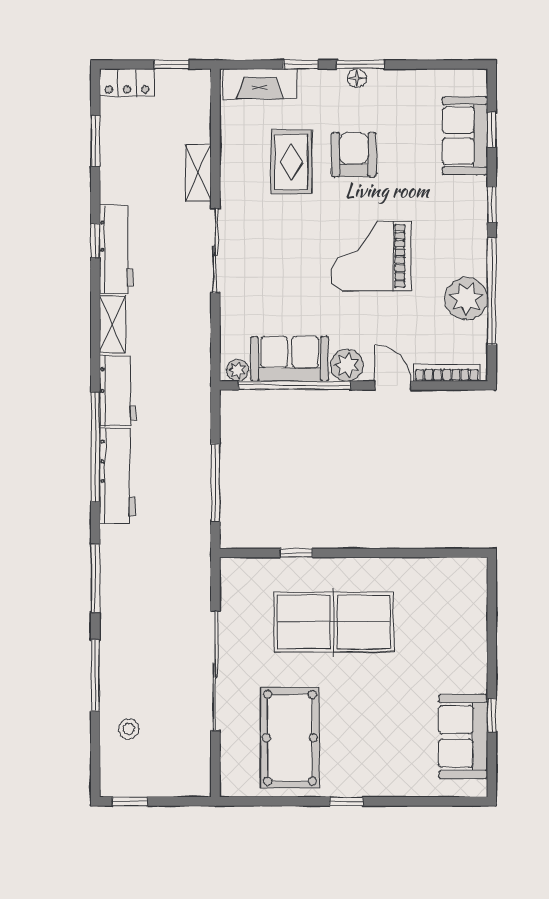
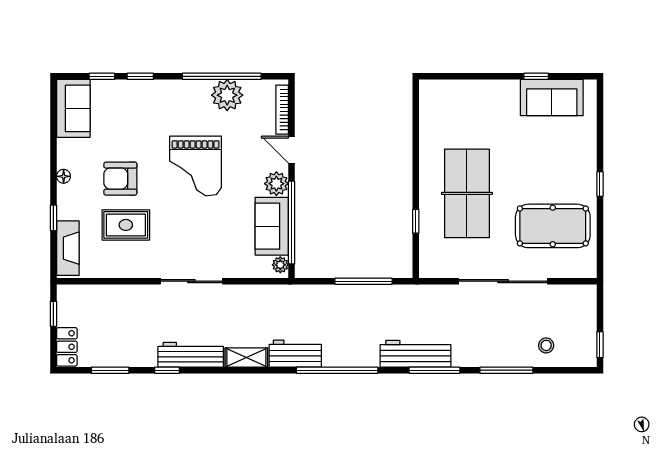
window: (360, 64) -> (53, 174), removed
sofa: (465, 136) -> (73, 108), moved, turned -90
shelving: (198, 173) -> (134, 294), removed
window: (492, 205) -> (140, 76), moved
window: (95, 241) -> (167, 370), moved
door: (393, 385) -> (292, 150), hinge flipped
workbench: (117, 476) -> (416, 354), moved

